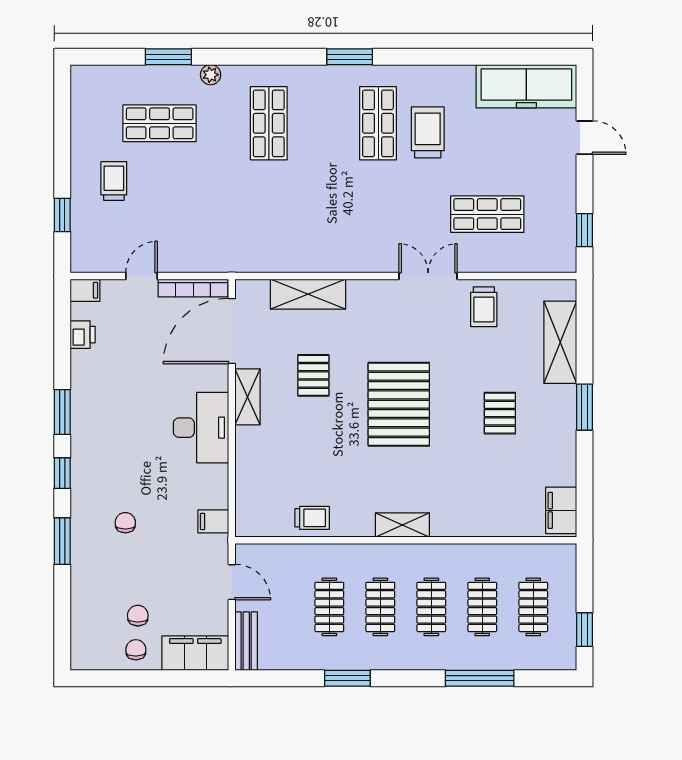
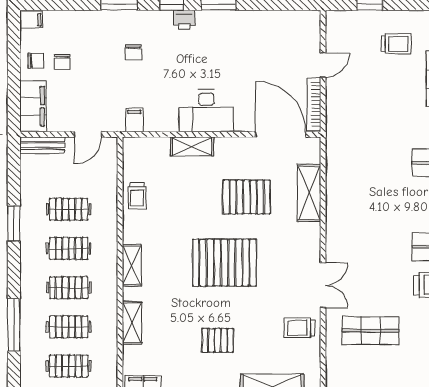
shop shelf: (487, 214) -> (371, 331), turned 90
door: (141, 276) -> (323, 65), hinge flipped
filing cabinet: (85, 290) -> (31, 20), moved, turned -90
printer: (83, 335) -> (184, 20), moved
pallet: (313, 375) -> (247, 197), width x1.50, depth x1.42
shelving: (248, 397) -> (192, 146), moved
chair: (125, 523) -> (133, 52), turned 90
shelving: (477, 524) -> (132, 323), added
chair: (138, 616) -> (62, 62), turned 90

